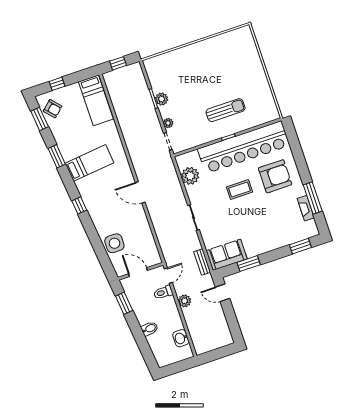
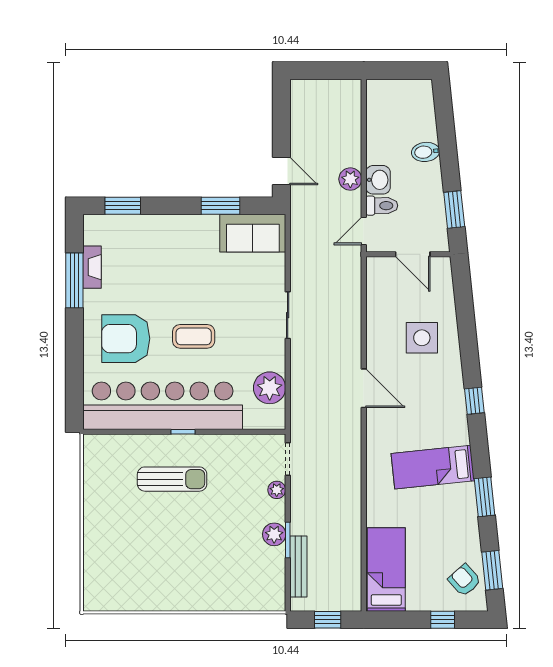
sun lounger: (225, 110) -> (172, 479), turned 180
side table: (114, 243) -> (422, 338), moved
bench: (202, 262) -> (298, 566), moved, width x1.36
washbasin: (181, 338) -> (378, 180), moved

